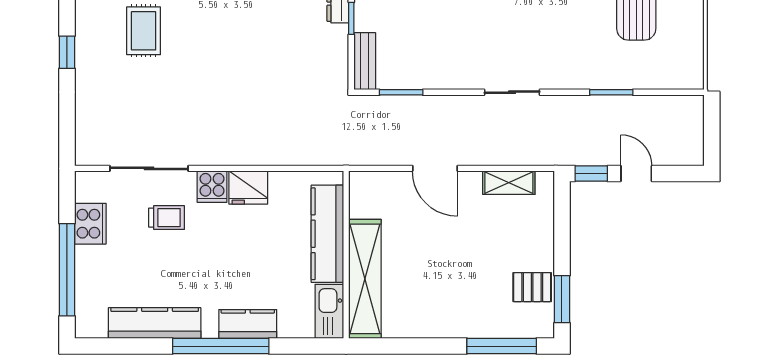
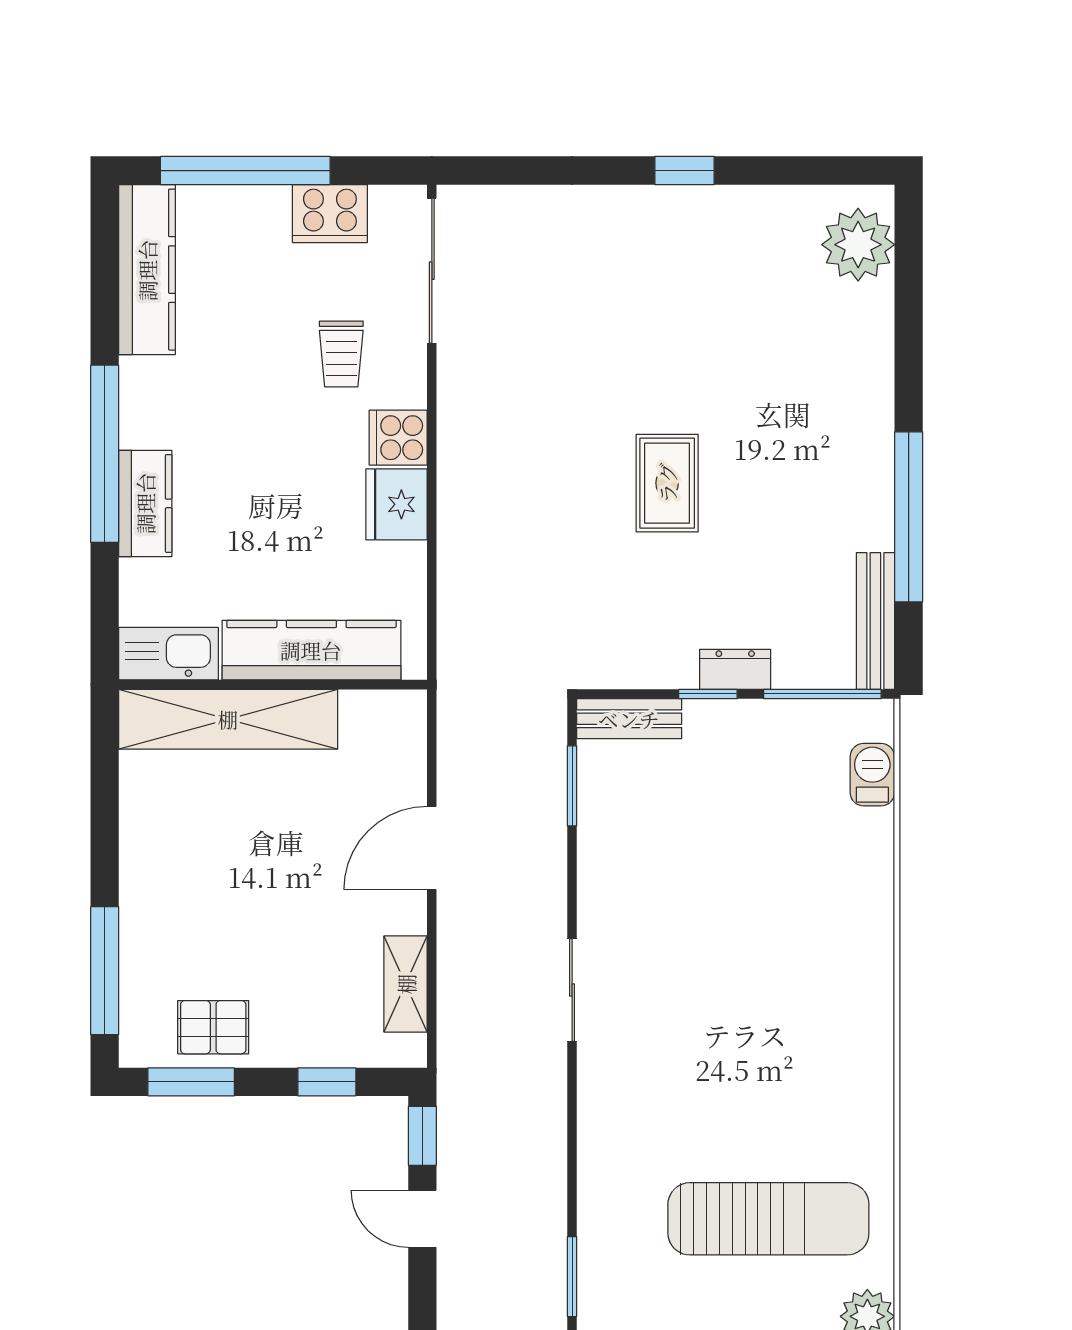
rug: (144, 31) -> (667, 483), moved, turned 90
window: (67, 52) -> (685, 171), moved
window: (611, 92) -> (572, 1277), moved
sliding door: (149, 168) -> (432, 271), moved
door: (636, 173) -> (422, 1219), swing flipped
window: (562, 225) -> (327, 1082), added
pallet: (532, 287) -> (213, 1027), turned 90
kitchen counter: (155, 323) -> (147, 270), moved

